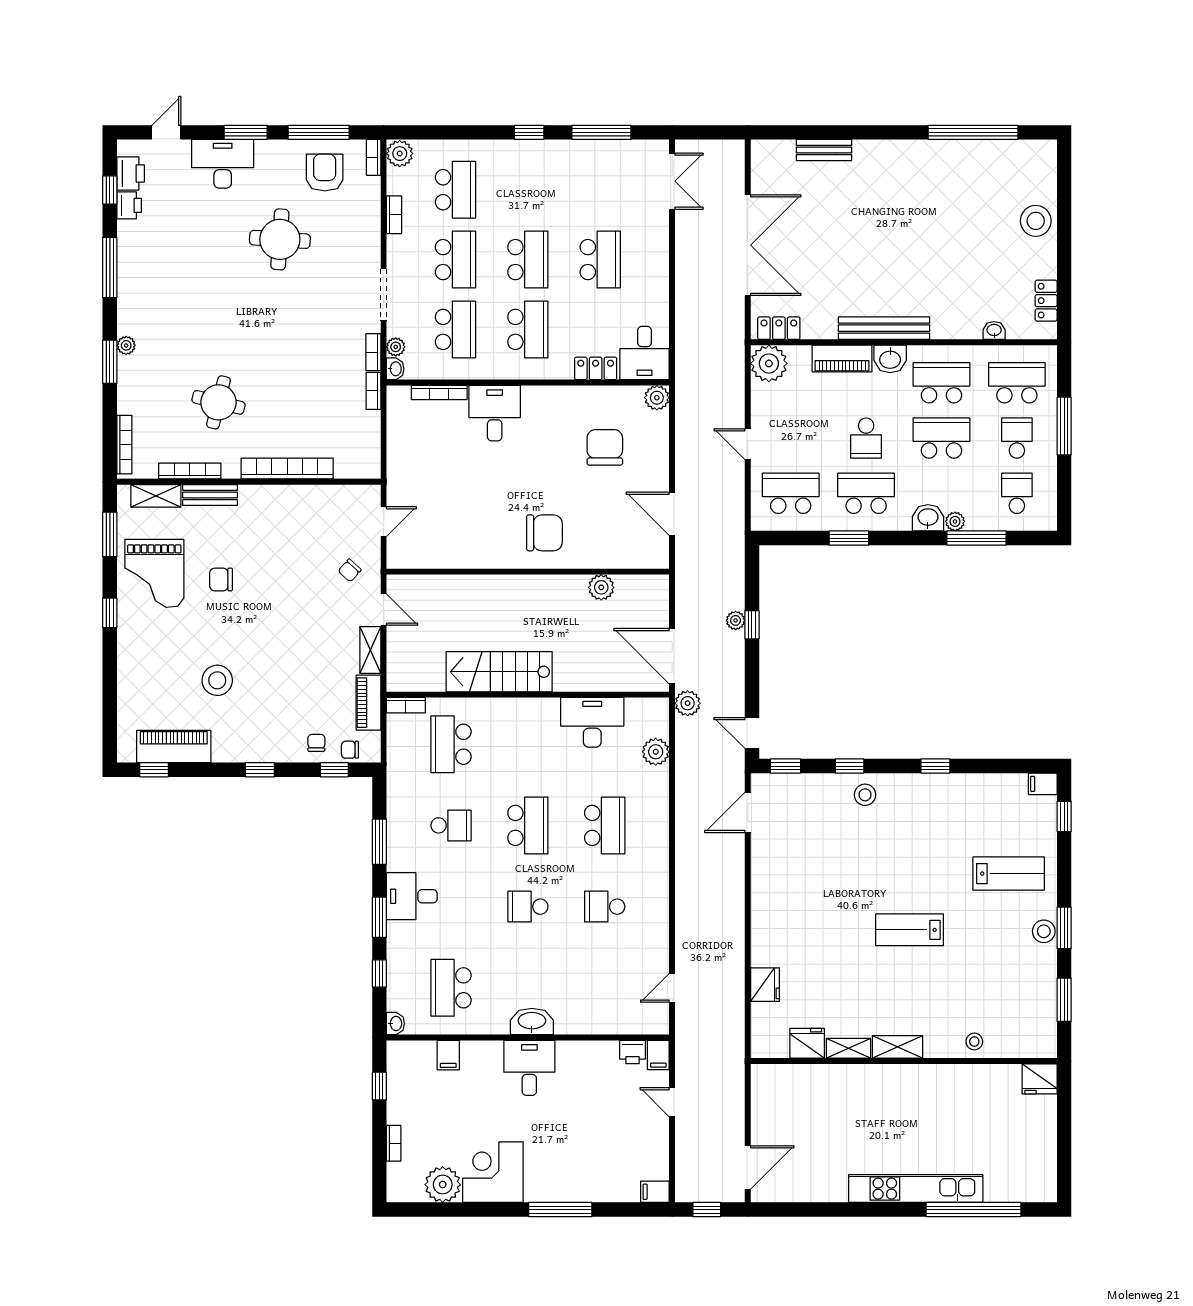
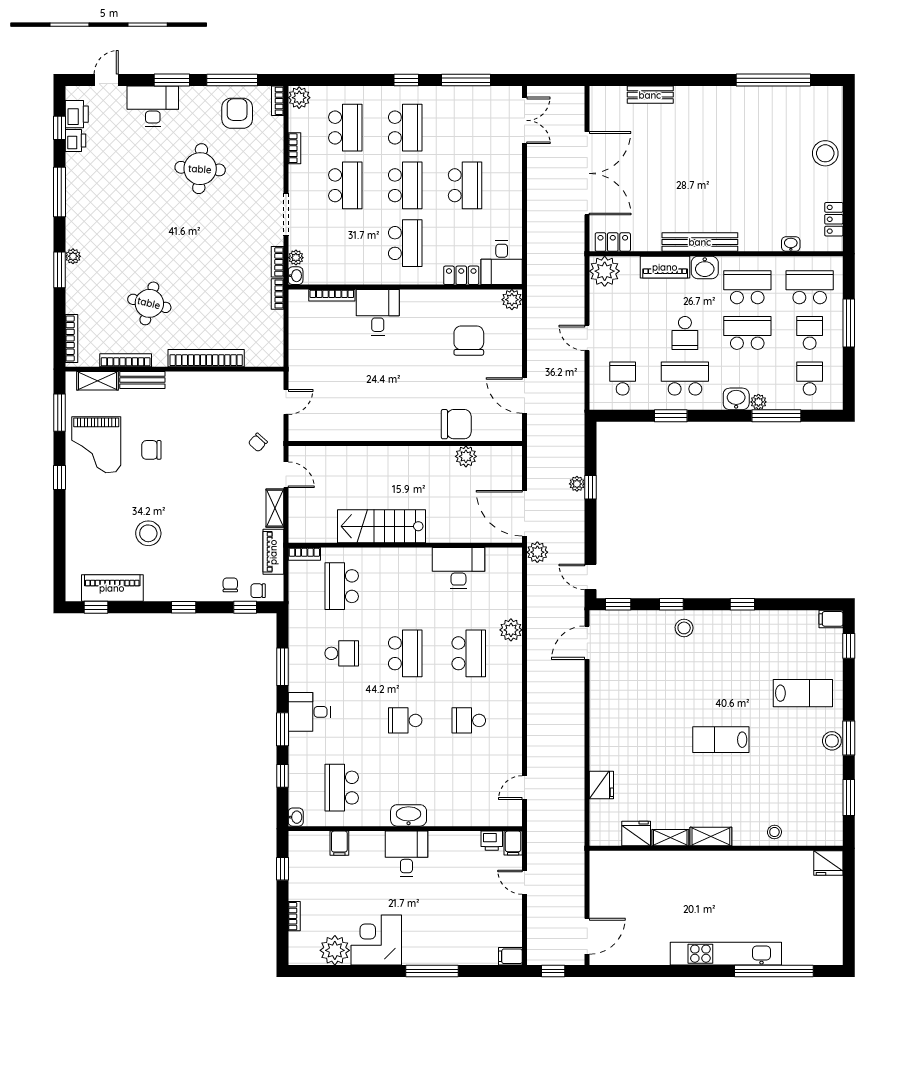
school desk: (455, 329) -> (405, 128), moved
school desk: (791, 493) -> (623, 379), width x0.54
chair: (544, 533) -> (456, 424), moved
plant: (656, 752) -> (511, 630), moved

